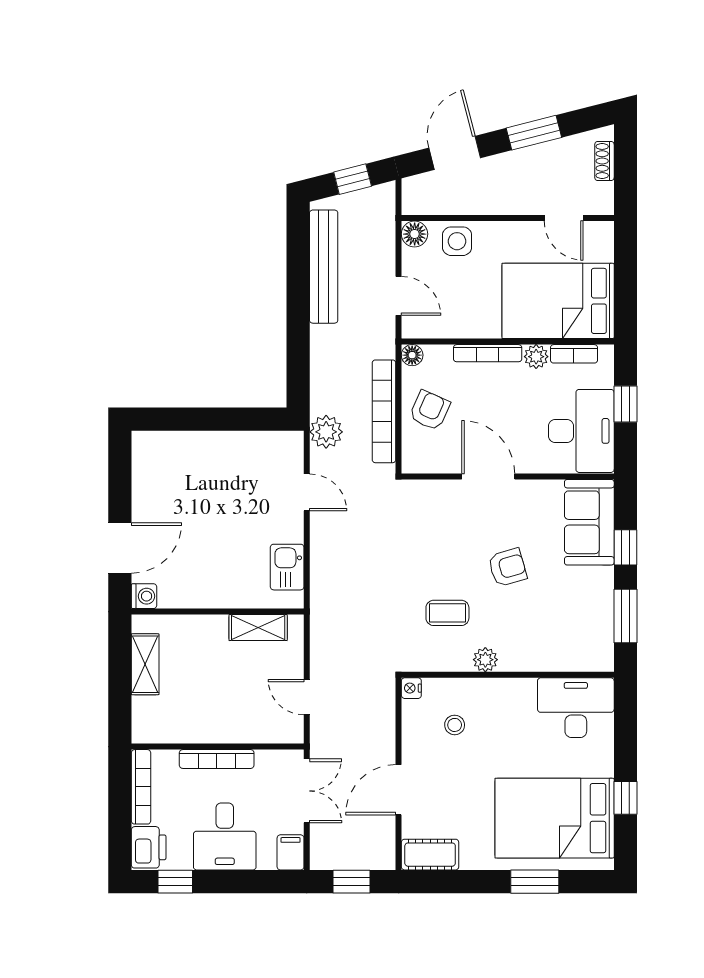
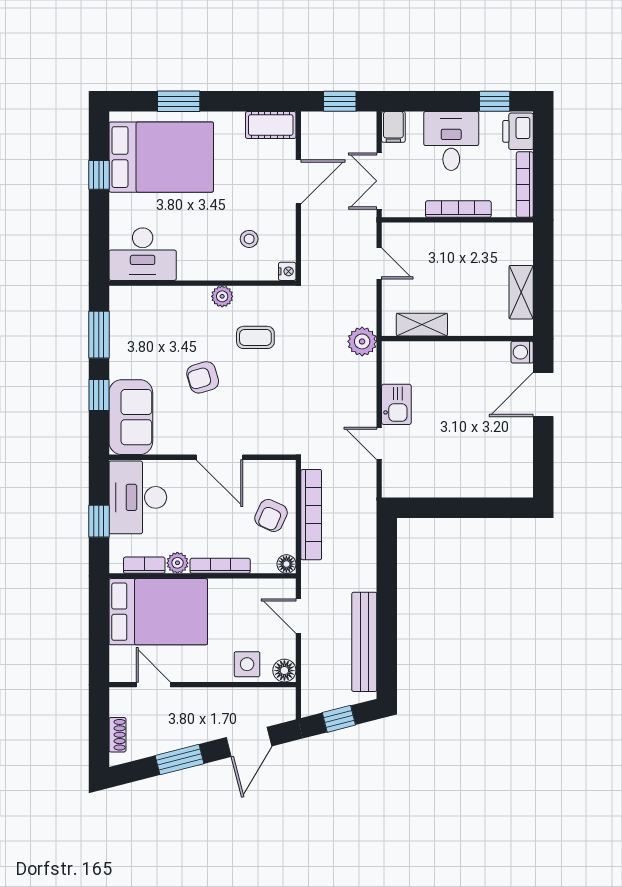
plant: (326, 432) -> (362, 341), moved
kitchen sink: (287, 567) -> (396, 404), moved

